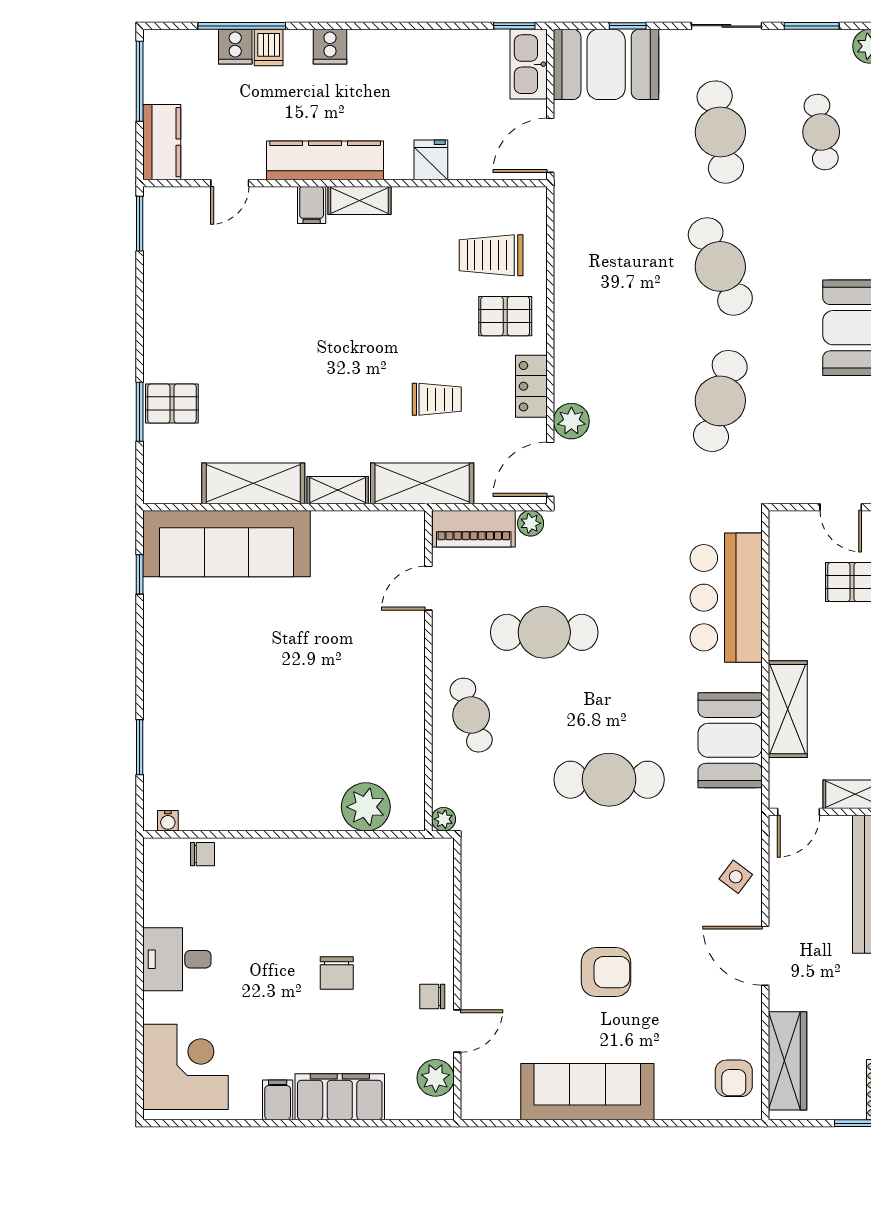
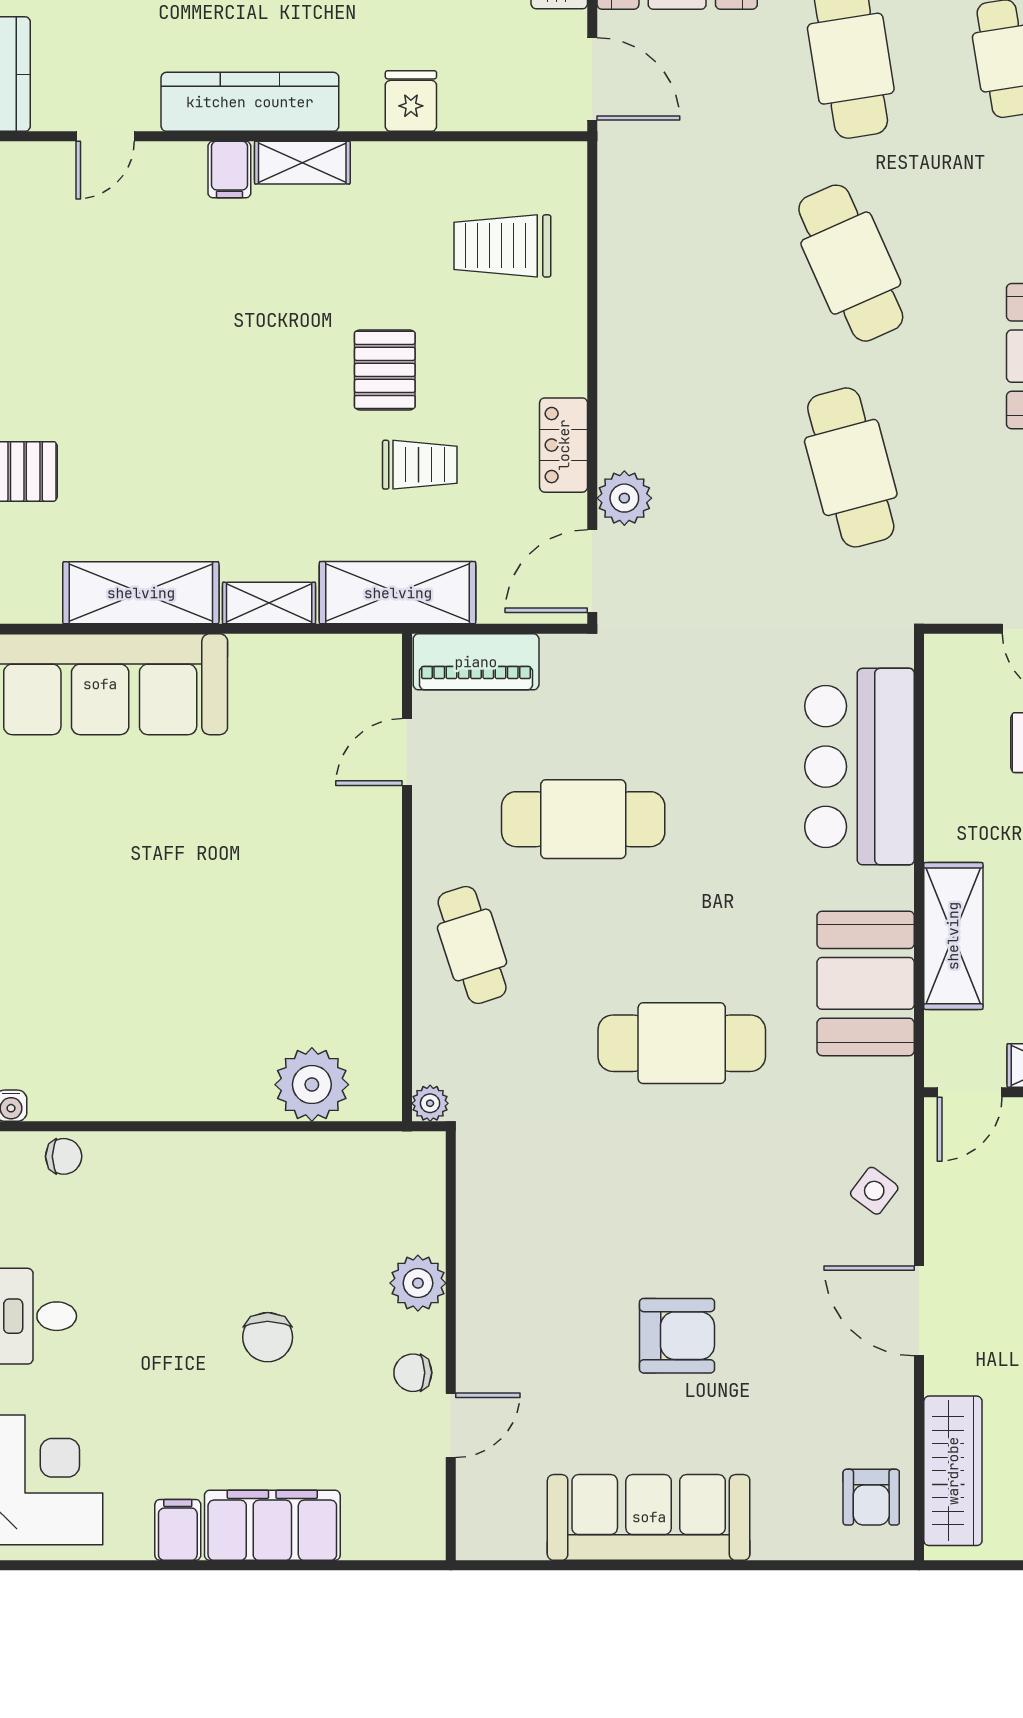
door: (550, 145) -> (592, 79), swing flipped
pallet: (505, 316) -> (385, 370), moved, turned 90
cafe table: (720, 401) -> (851, 467), turned -30
plant: (531, 523) -> (562, 653), removed
plant: (436, 1078) -> (418, 1283), moved

